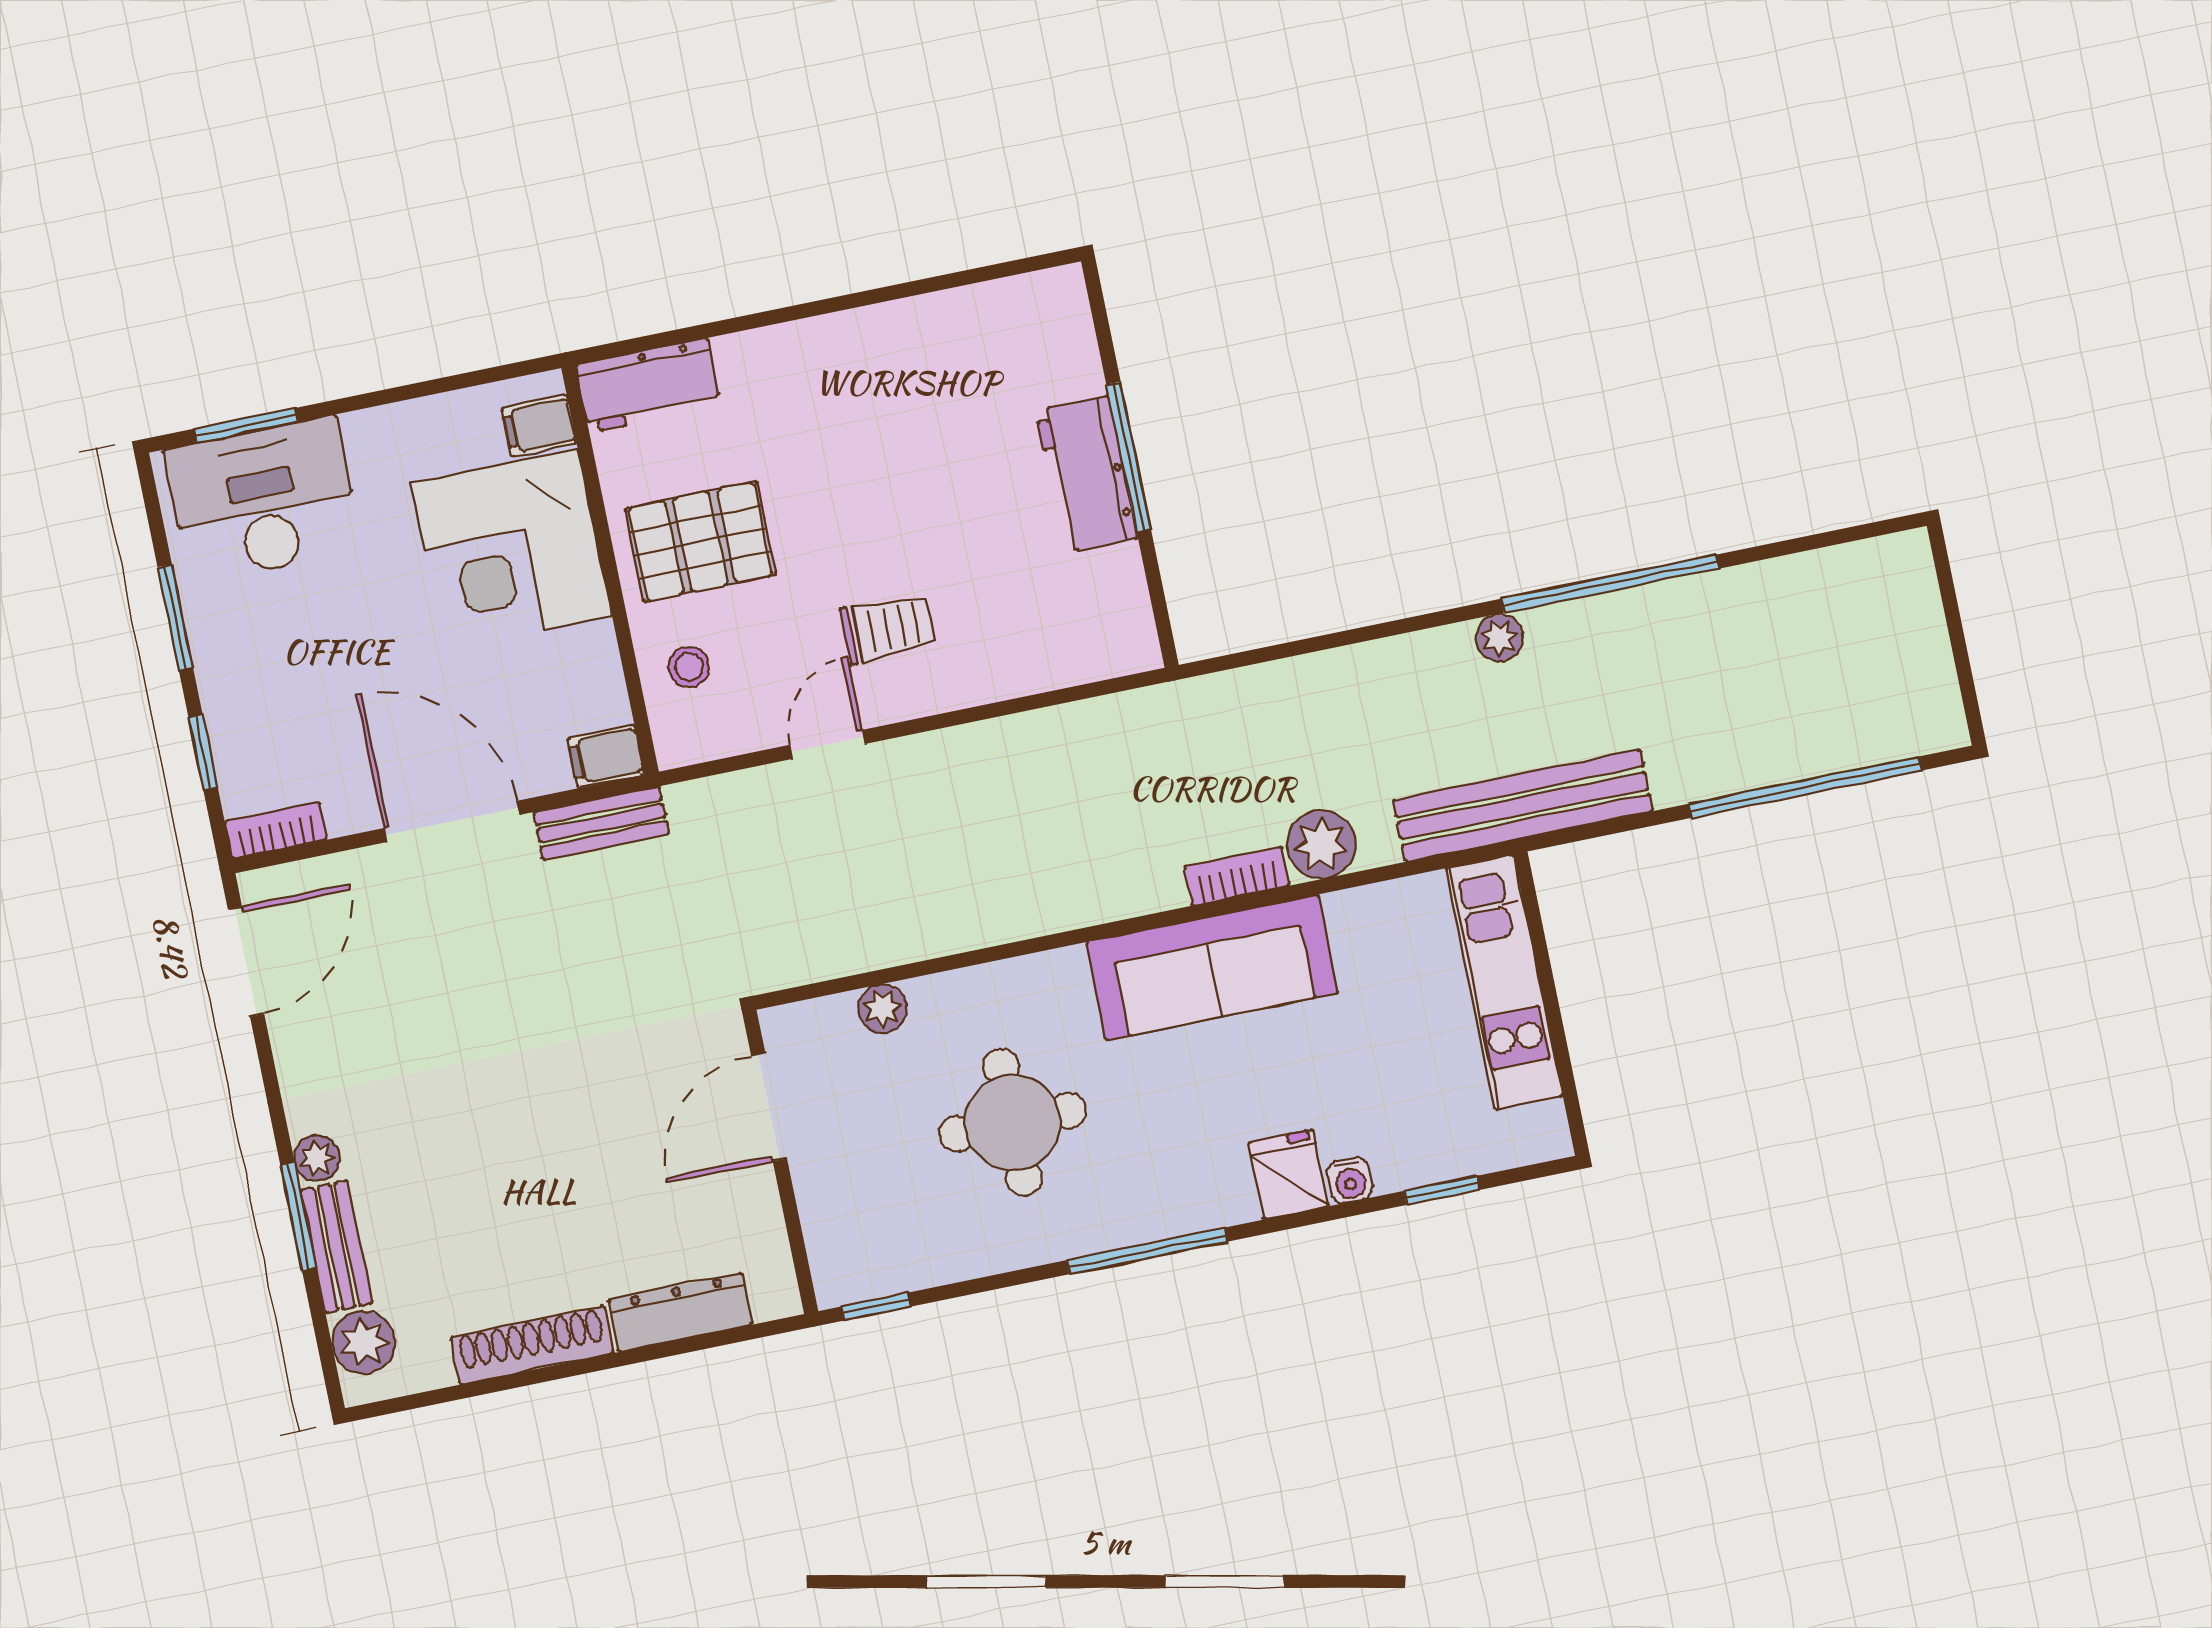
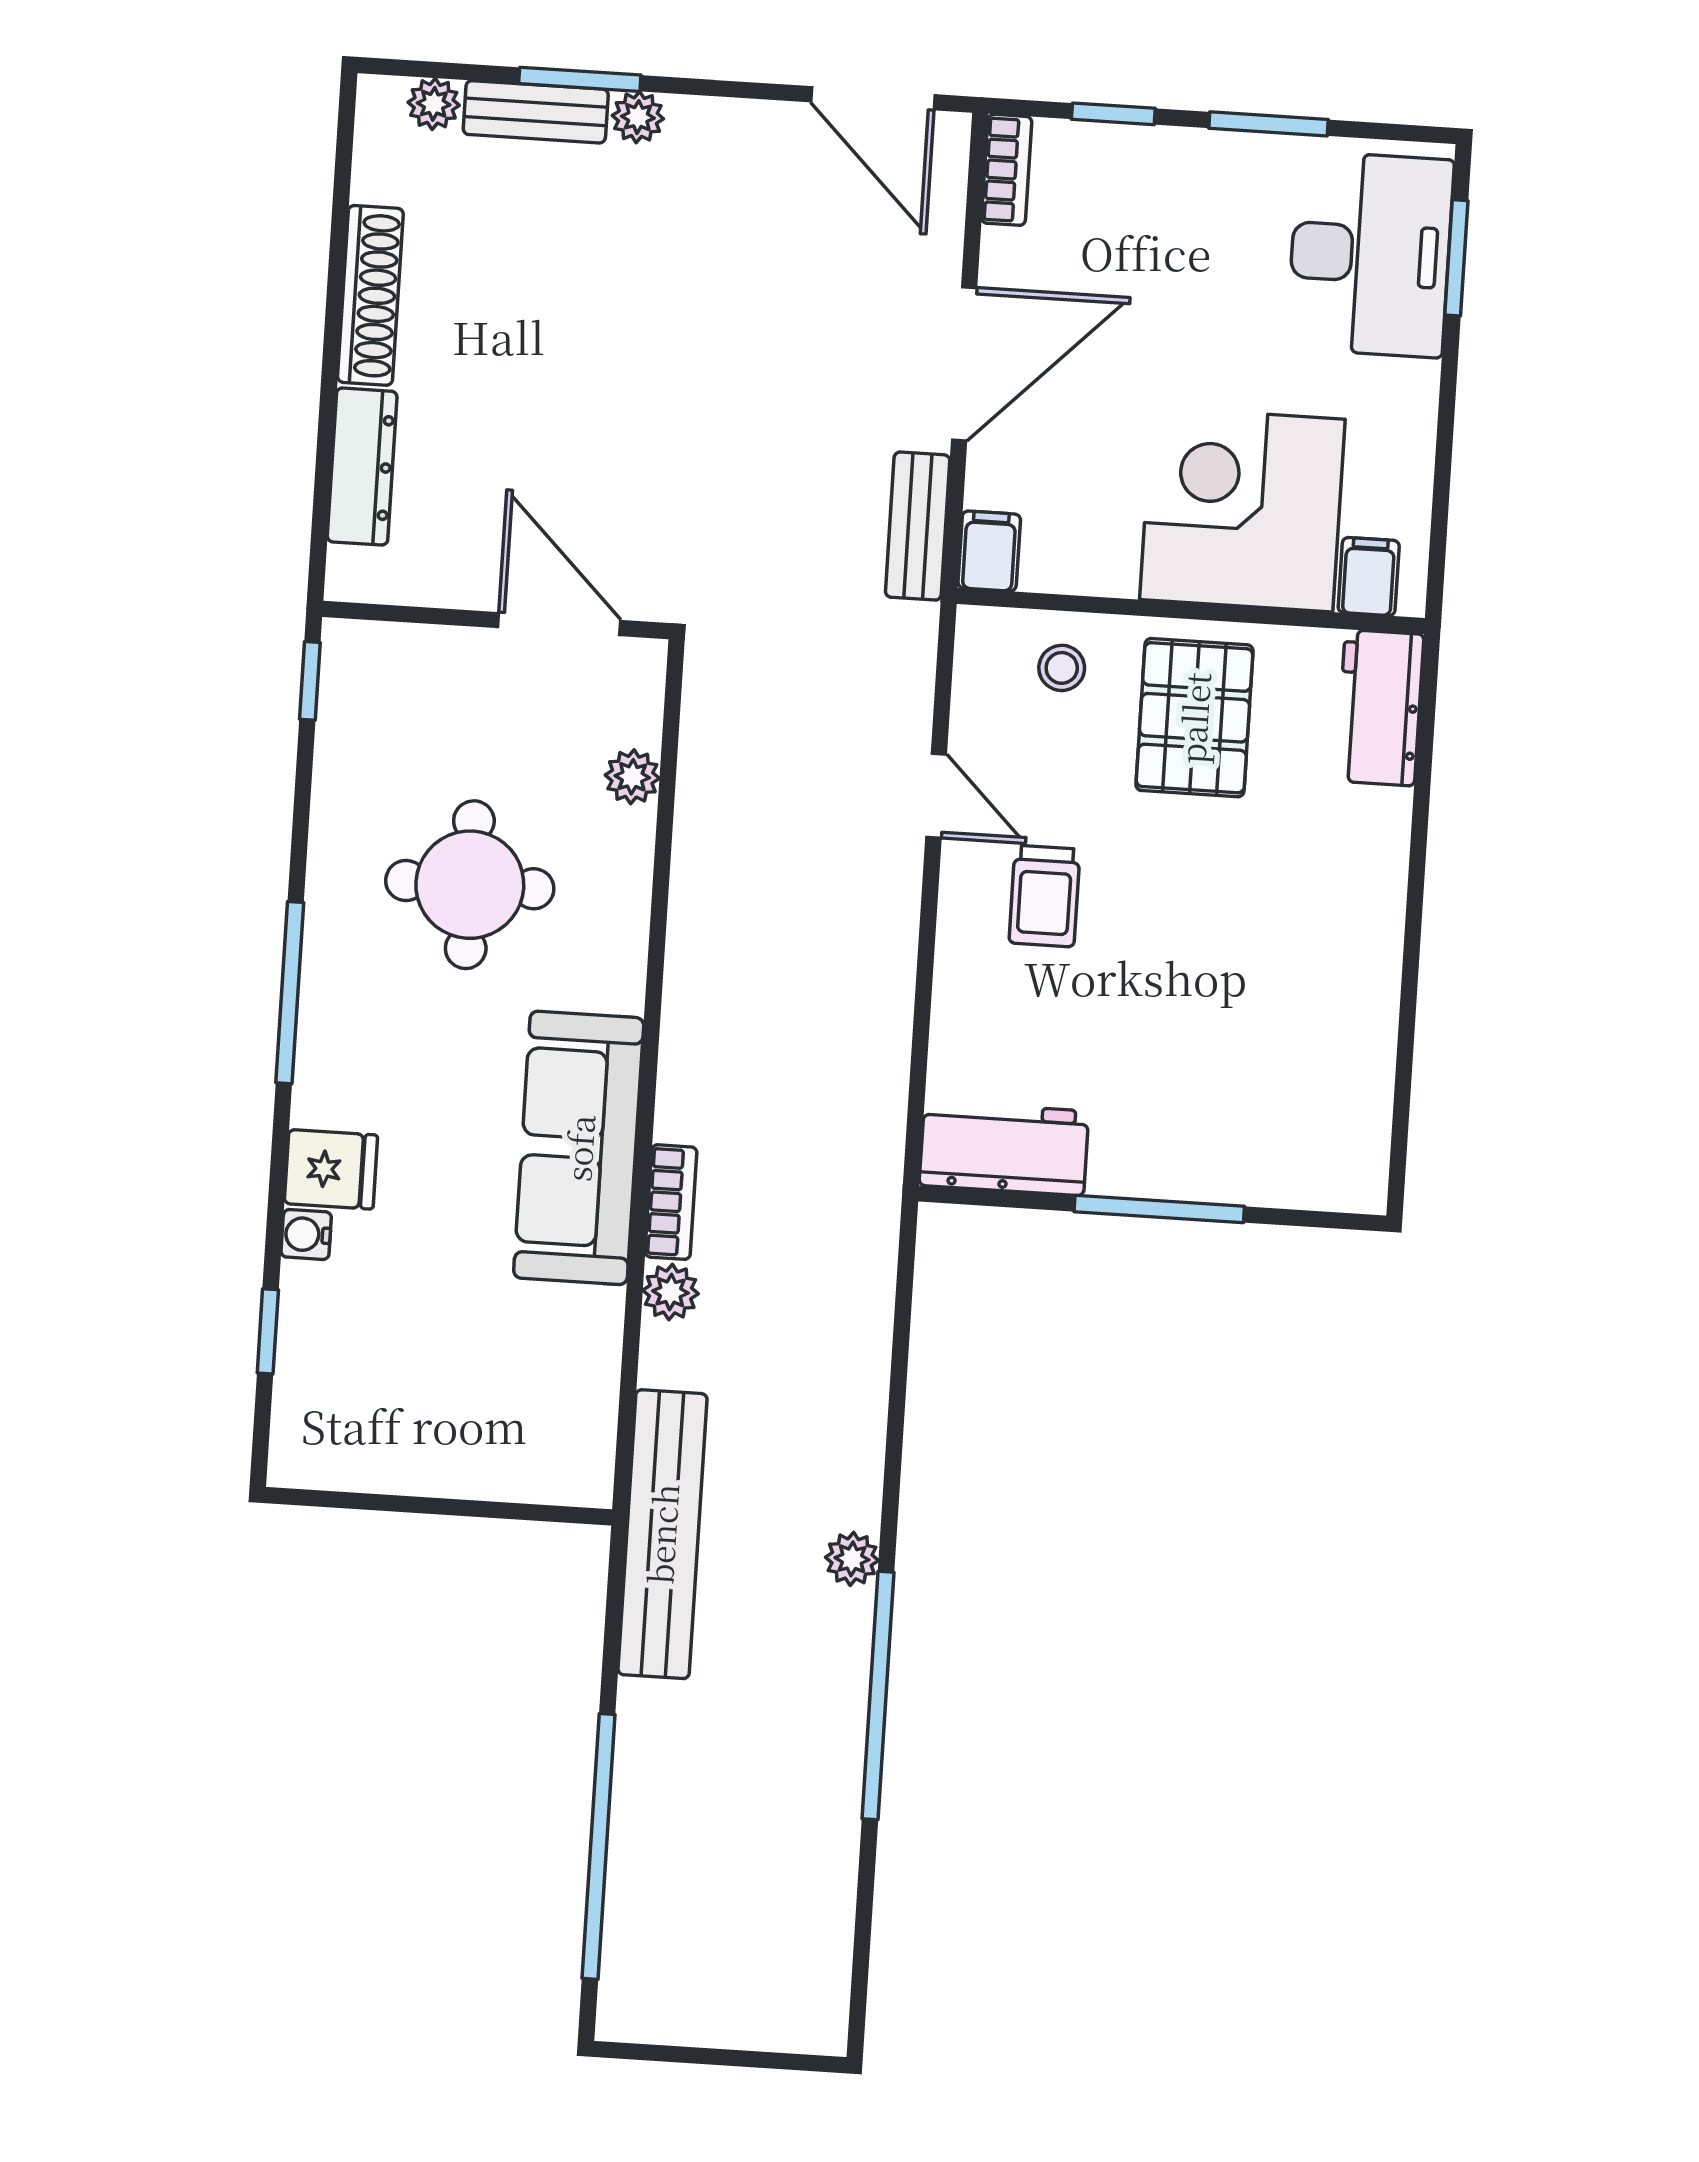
workbench: (1086, 474) -> (1004, 1148), moved
plant: (1321, 844) -> (671, 1292), width x0.73, depth x0.73
kitchen unit: (1504, 982) -> (476, 1461), removed
plant: (364, 1342) -> (434, 104), width x0.73, depth x0.73

